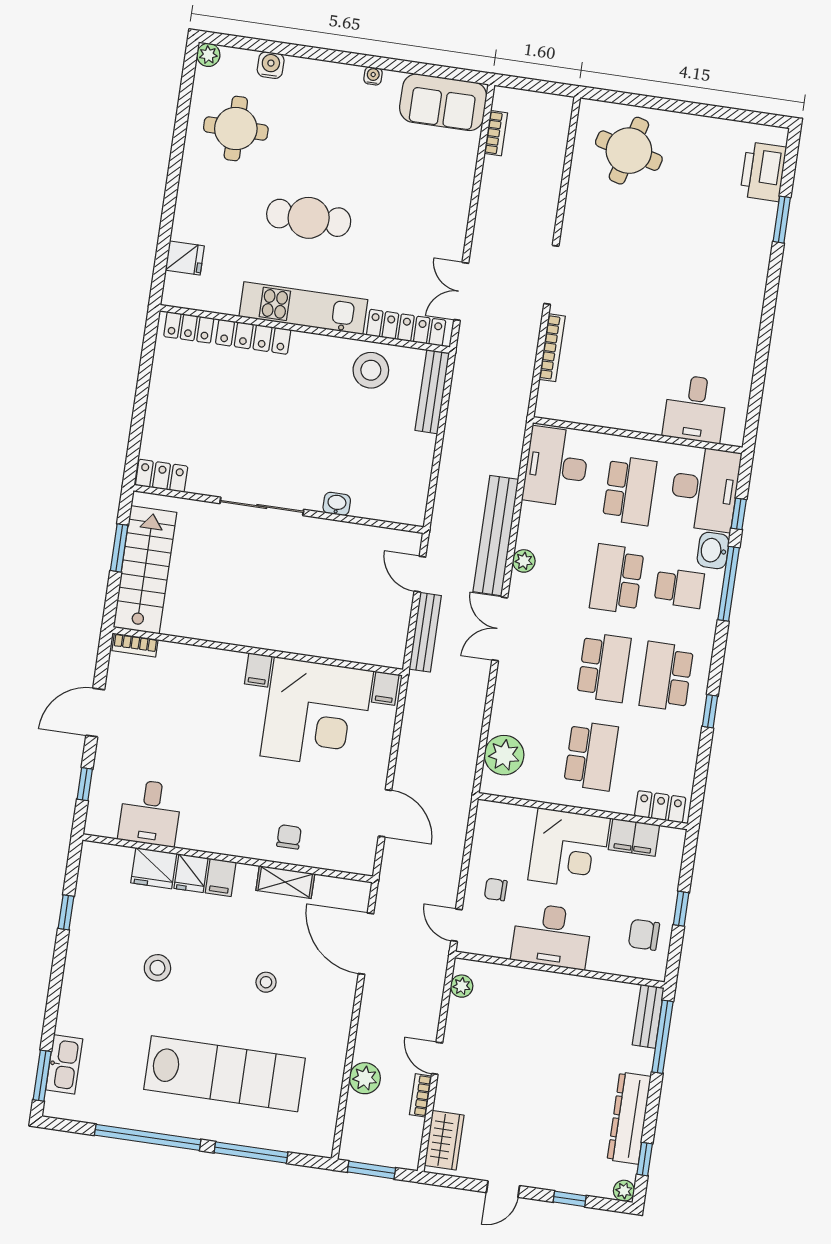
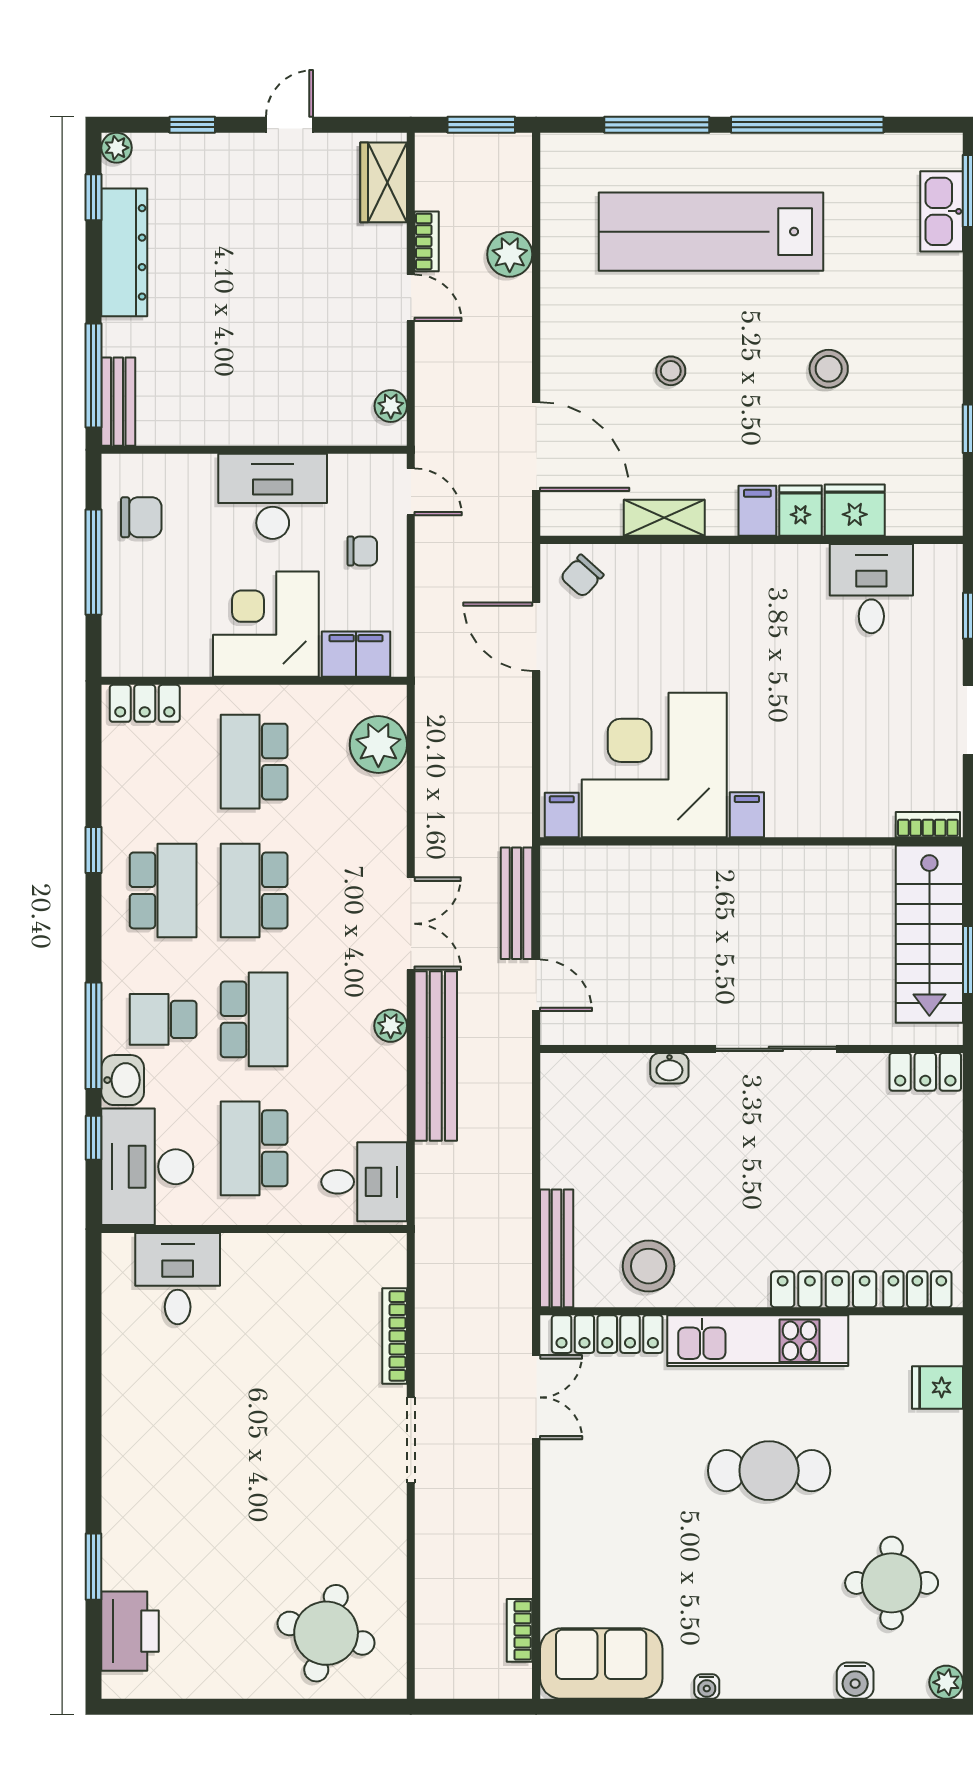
desk: (556, 467) -> (364, 1182), width x0.73
chair: (289, 837) -> (582, 576), moved, turned 42
filing cabinet: (634, 837) -> (356, 654), moved
window: (681, 909) -> (94, 562), width x2.17

